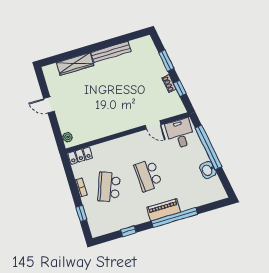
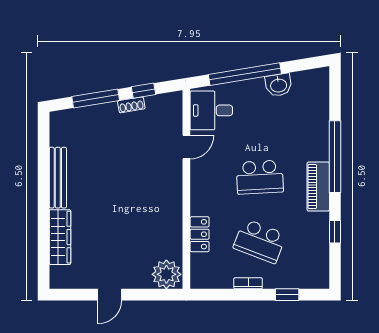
window: (166, 61) -> (96, 98), width x1.44
plant: (68, 137) -> (166, 274), width x1.88, depth x1.88
locker: (80, 156) -> (200, 234), moved
piano: (164, 210) -> (318, 187), moved

